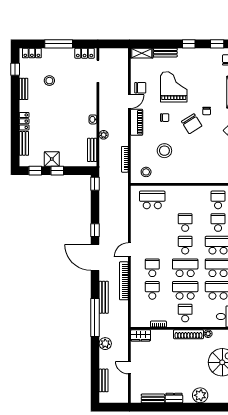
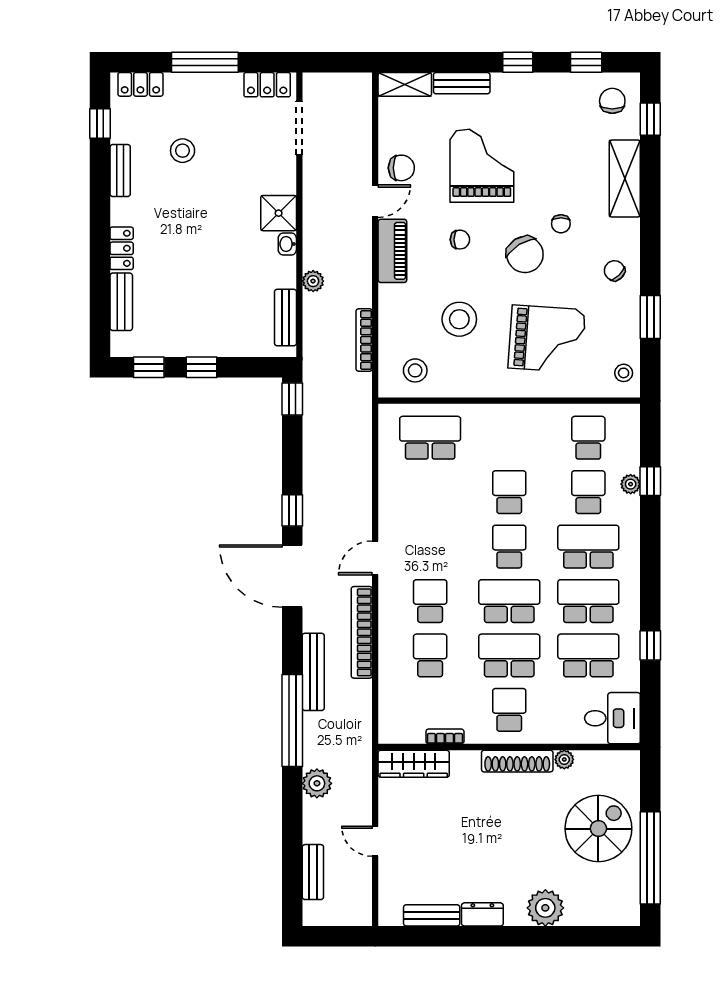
shower: (52, 159) -> (279, 213), moved
grand piano: (201, 159) -> (547, 339), added
wardrobe: (141, 335) -> (414, 764), width x1.50

